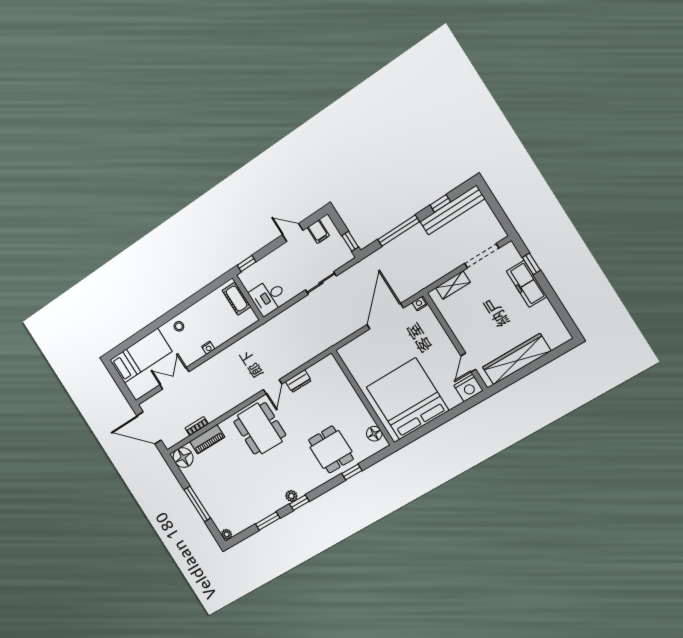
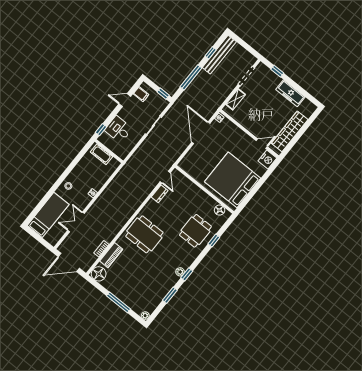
freezer: (527, 284) -> (290, 93), moved
desk: (268, 297) -> (118, 129), moved, turned 90
door: (468, 363) -> (262, 144), swing flipped
door: (273, 387) -> (165, 177), moved
dining table: (331, 449) -> (195, 231), turned 90

